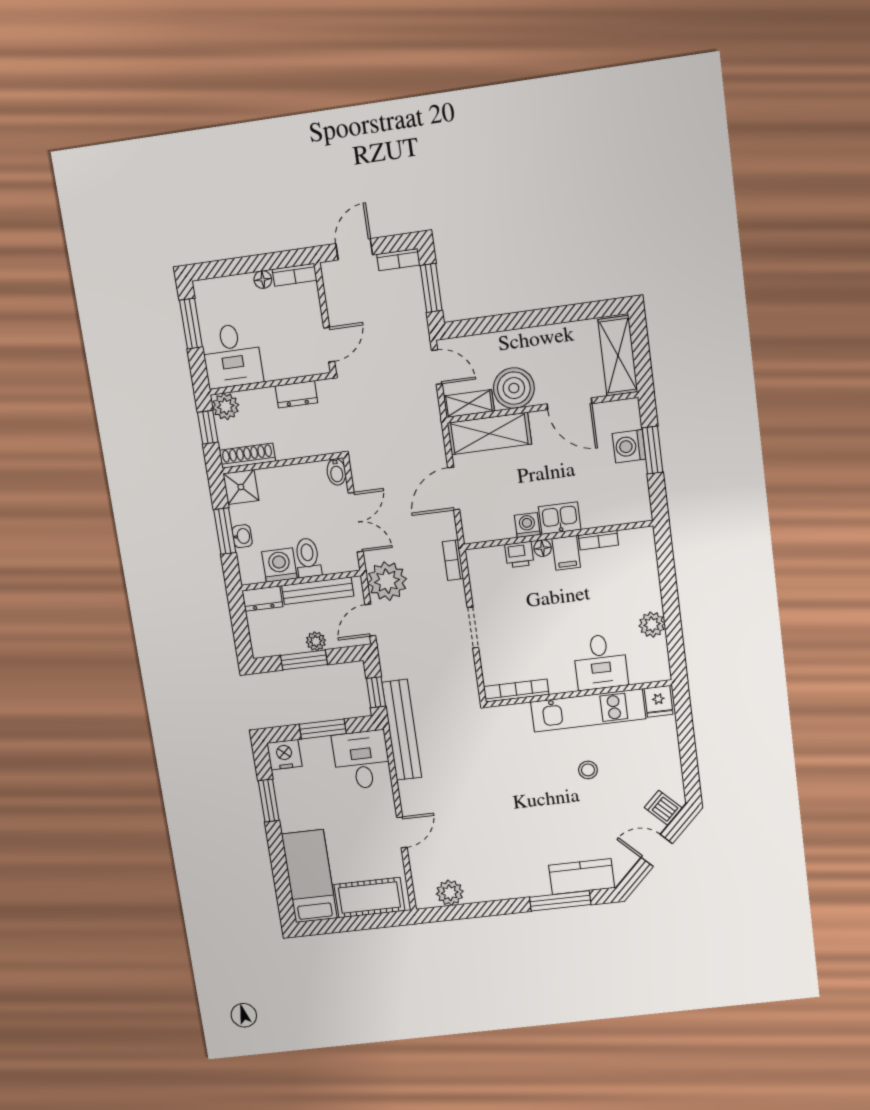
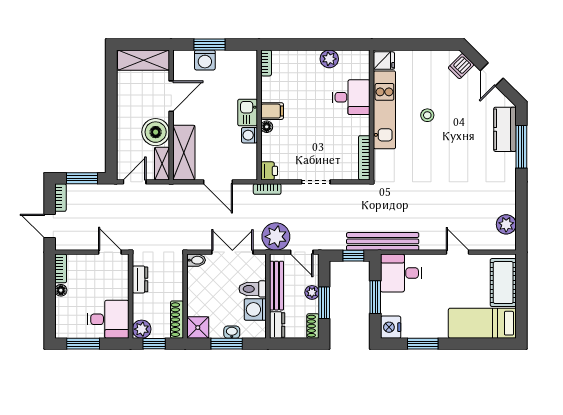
bookcase: (598, 540) -> (266, 63), moved
printer: (519, 555) -> (269, 171), moved
shoe rack: (269, 648) -> (313, 326), added

